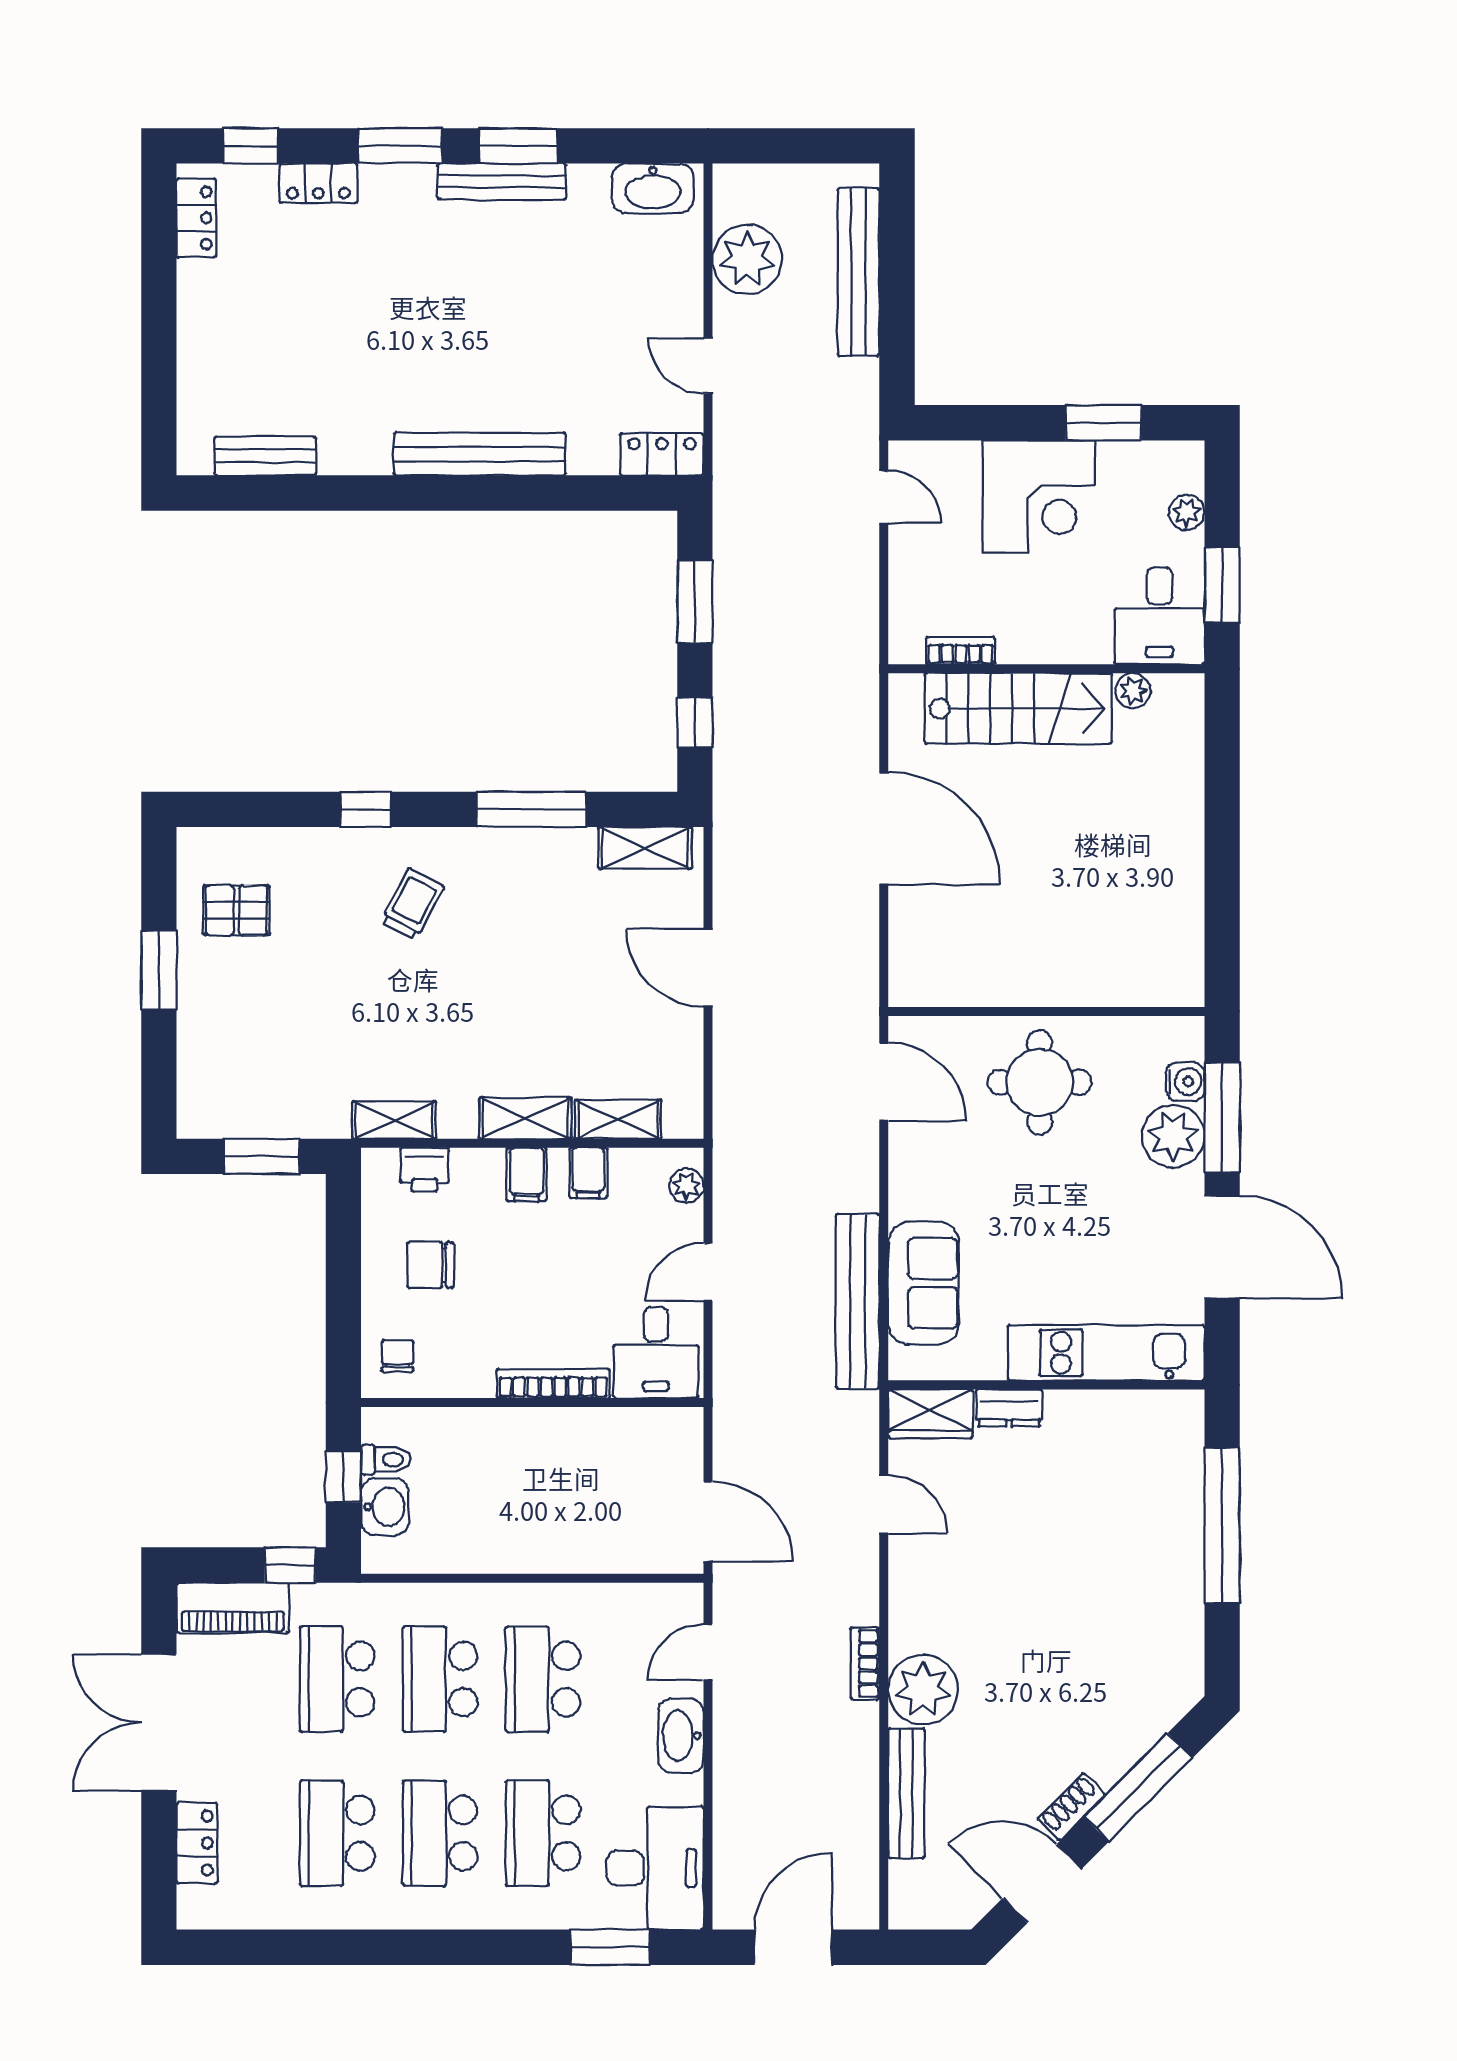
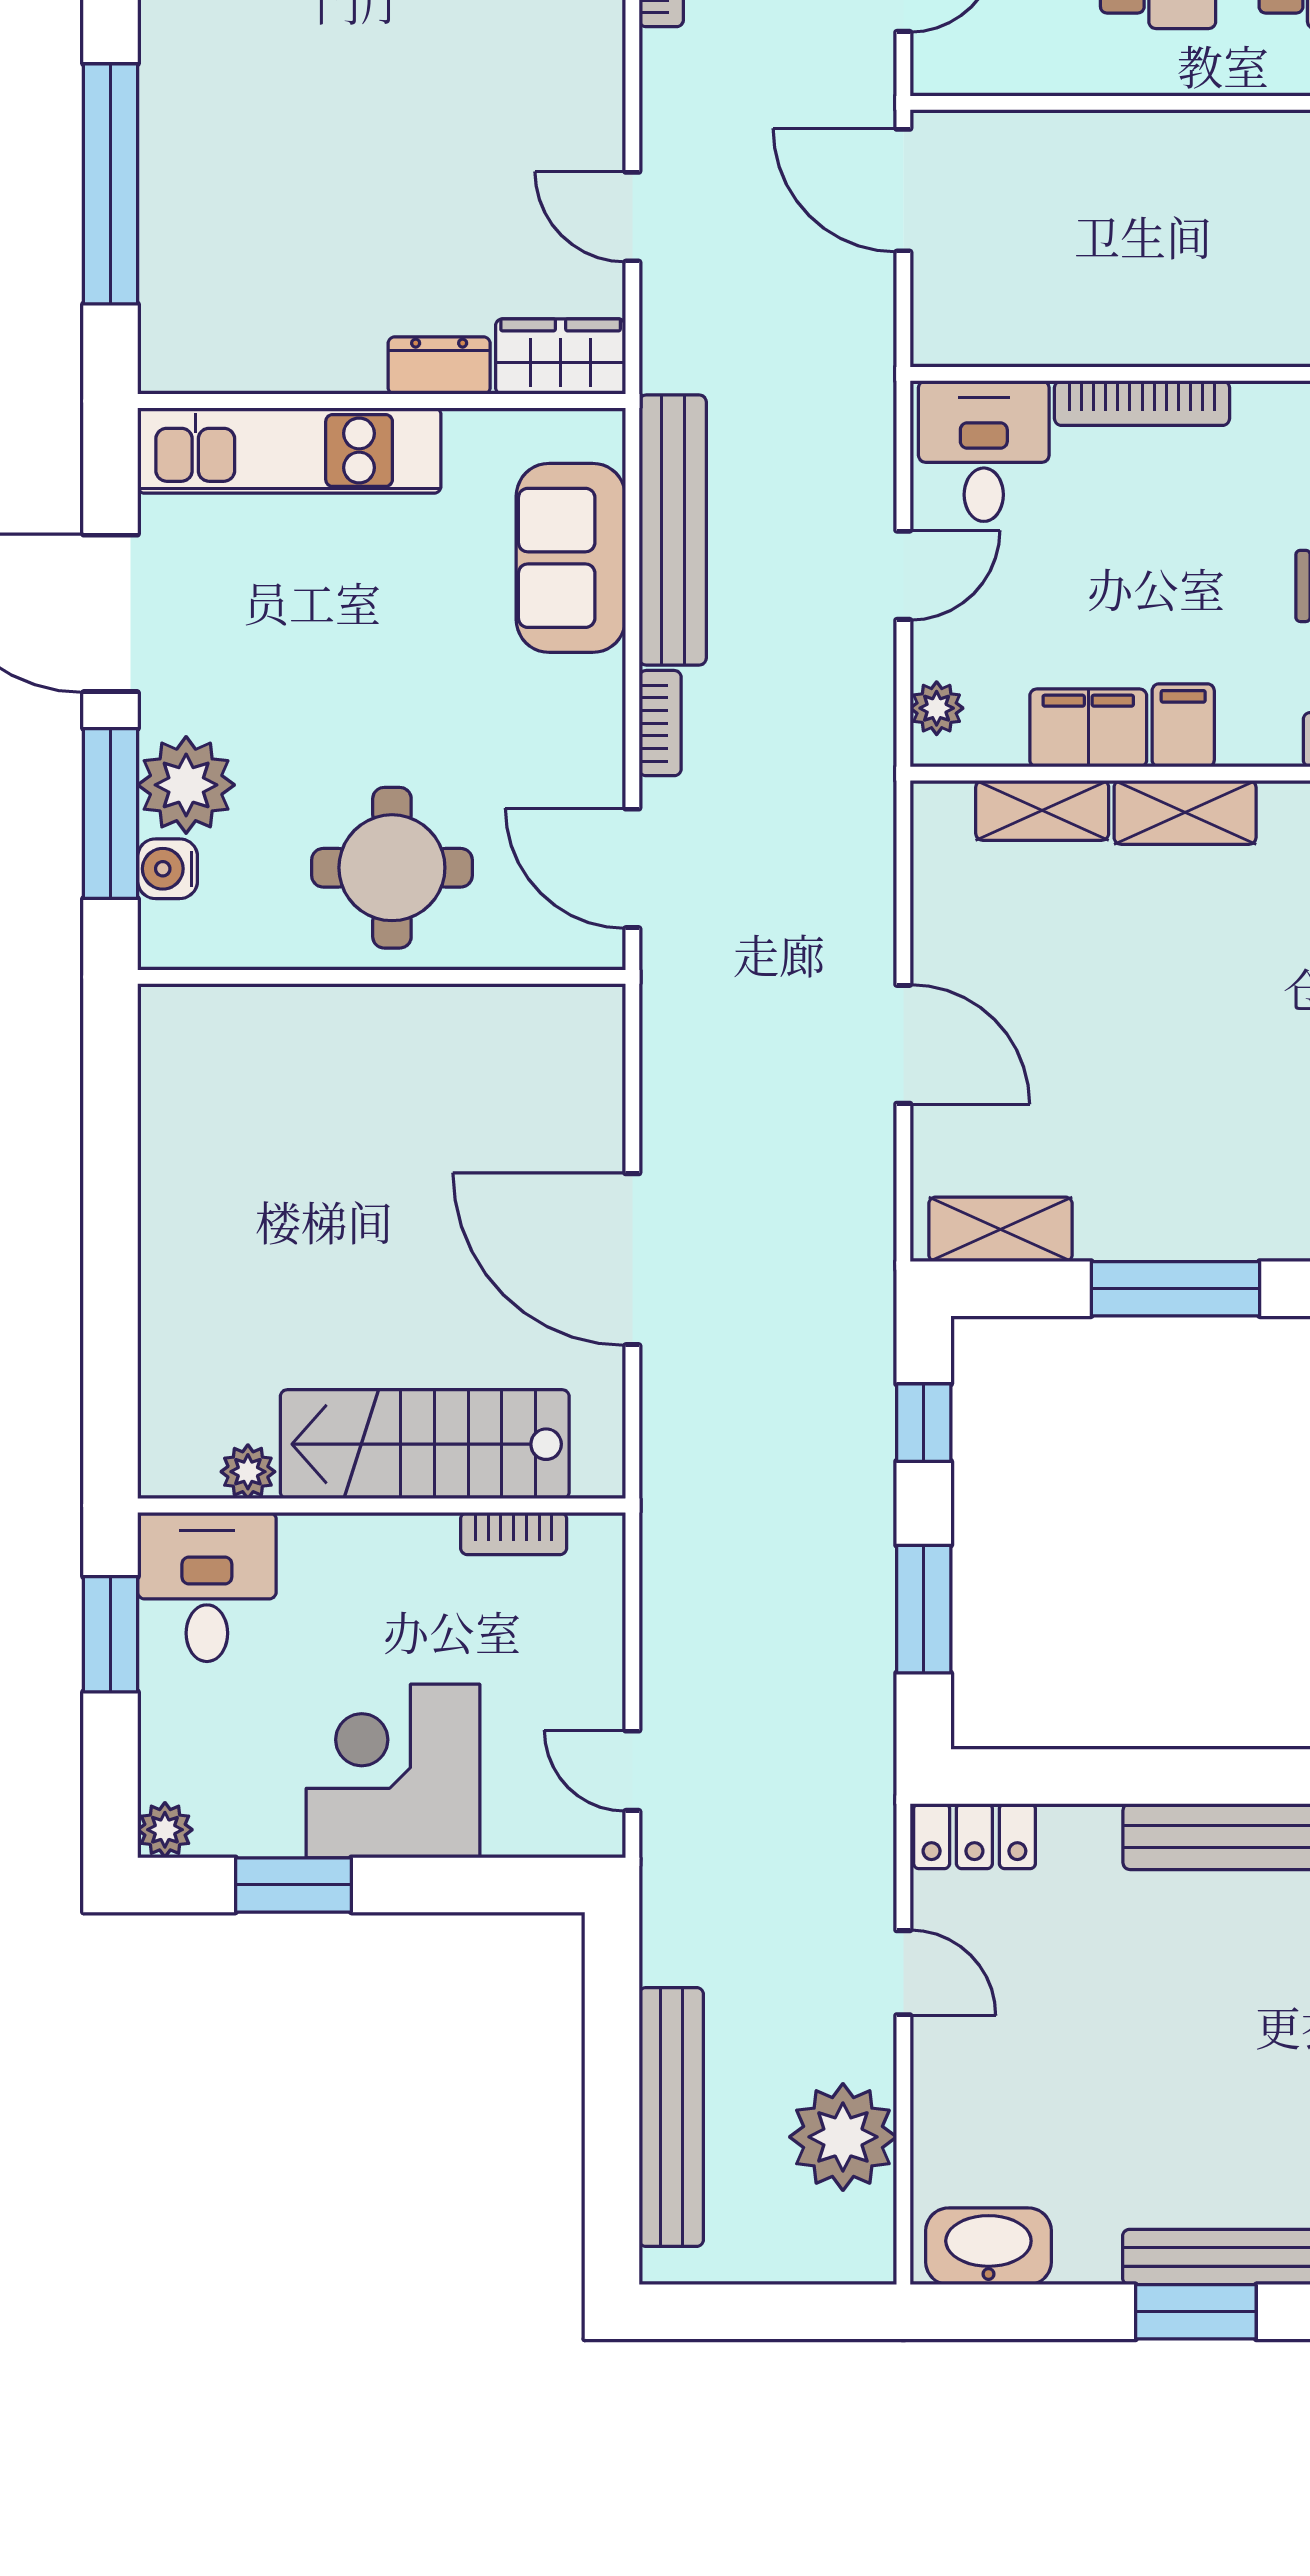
plant: (1187, 512) -> (165, 1830), moved
filing cabinet: (588, 1173) -> (1088, 728), width x2.00
bookcase: (866, 1176) -> (660, 723), added

